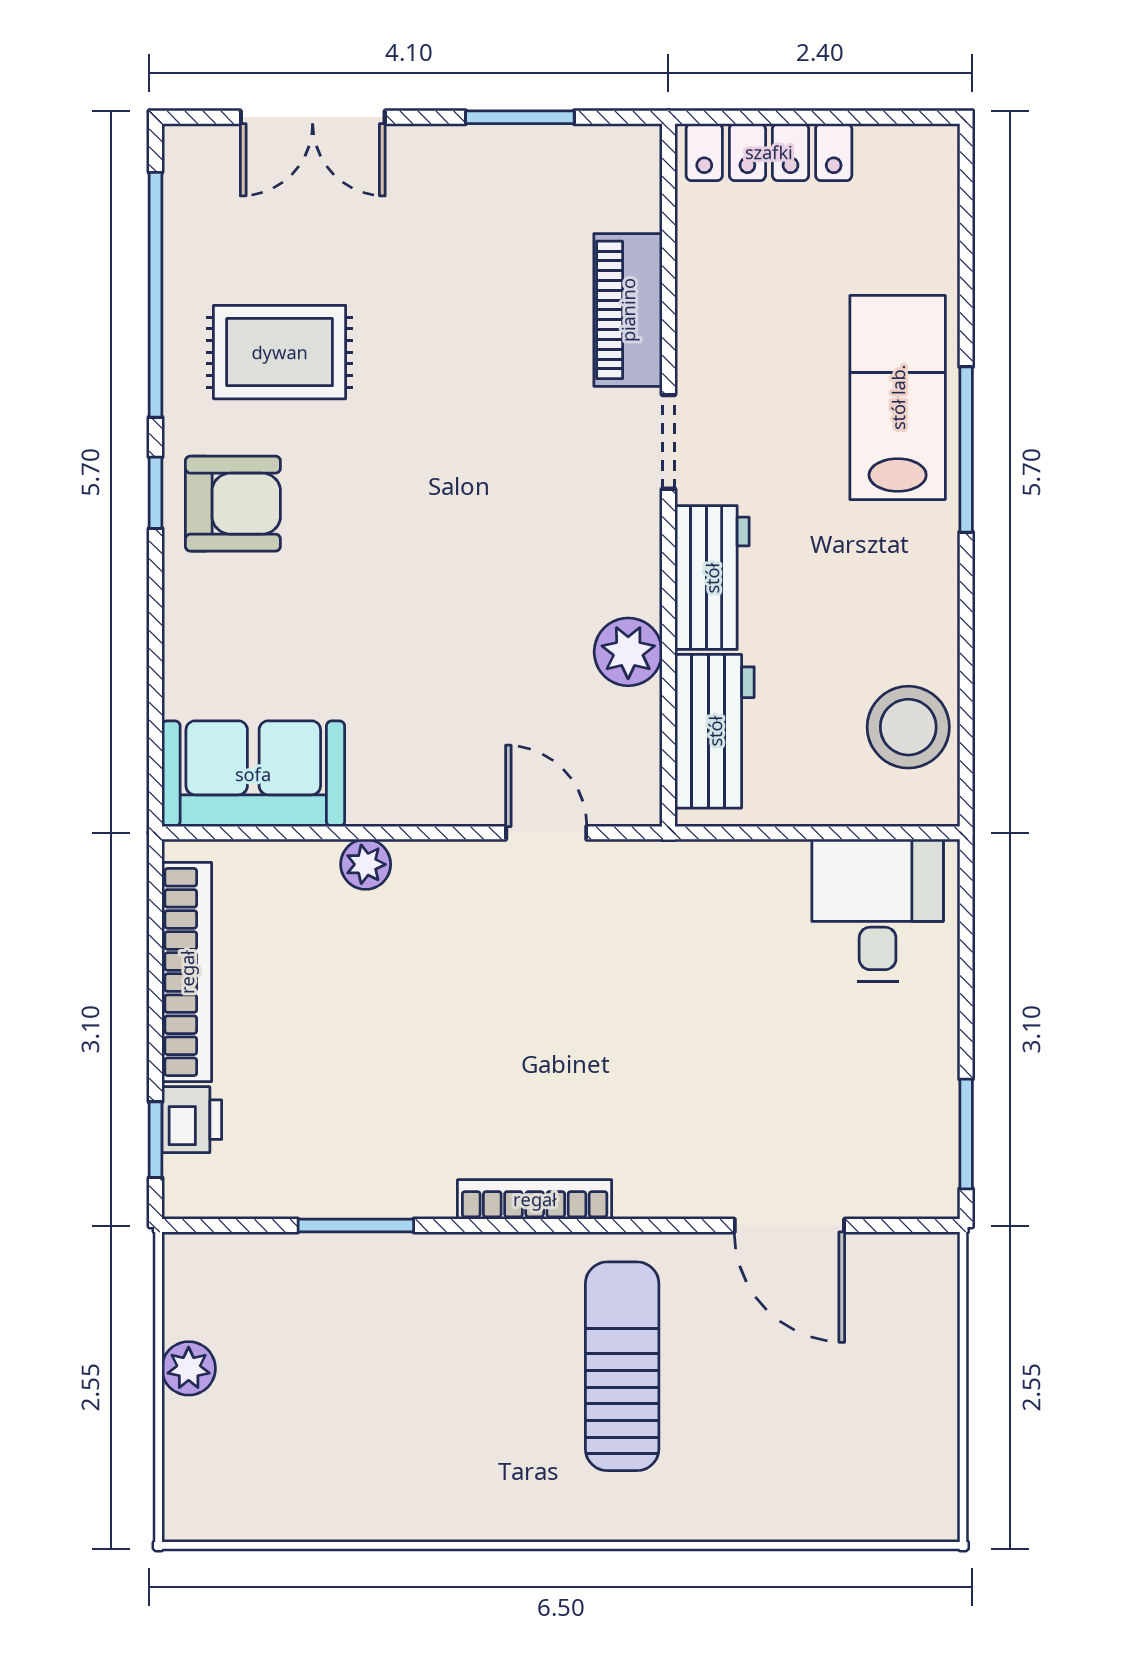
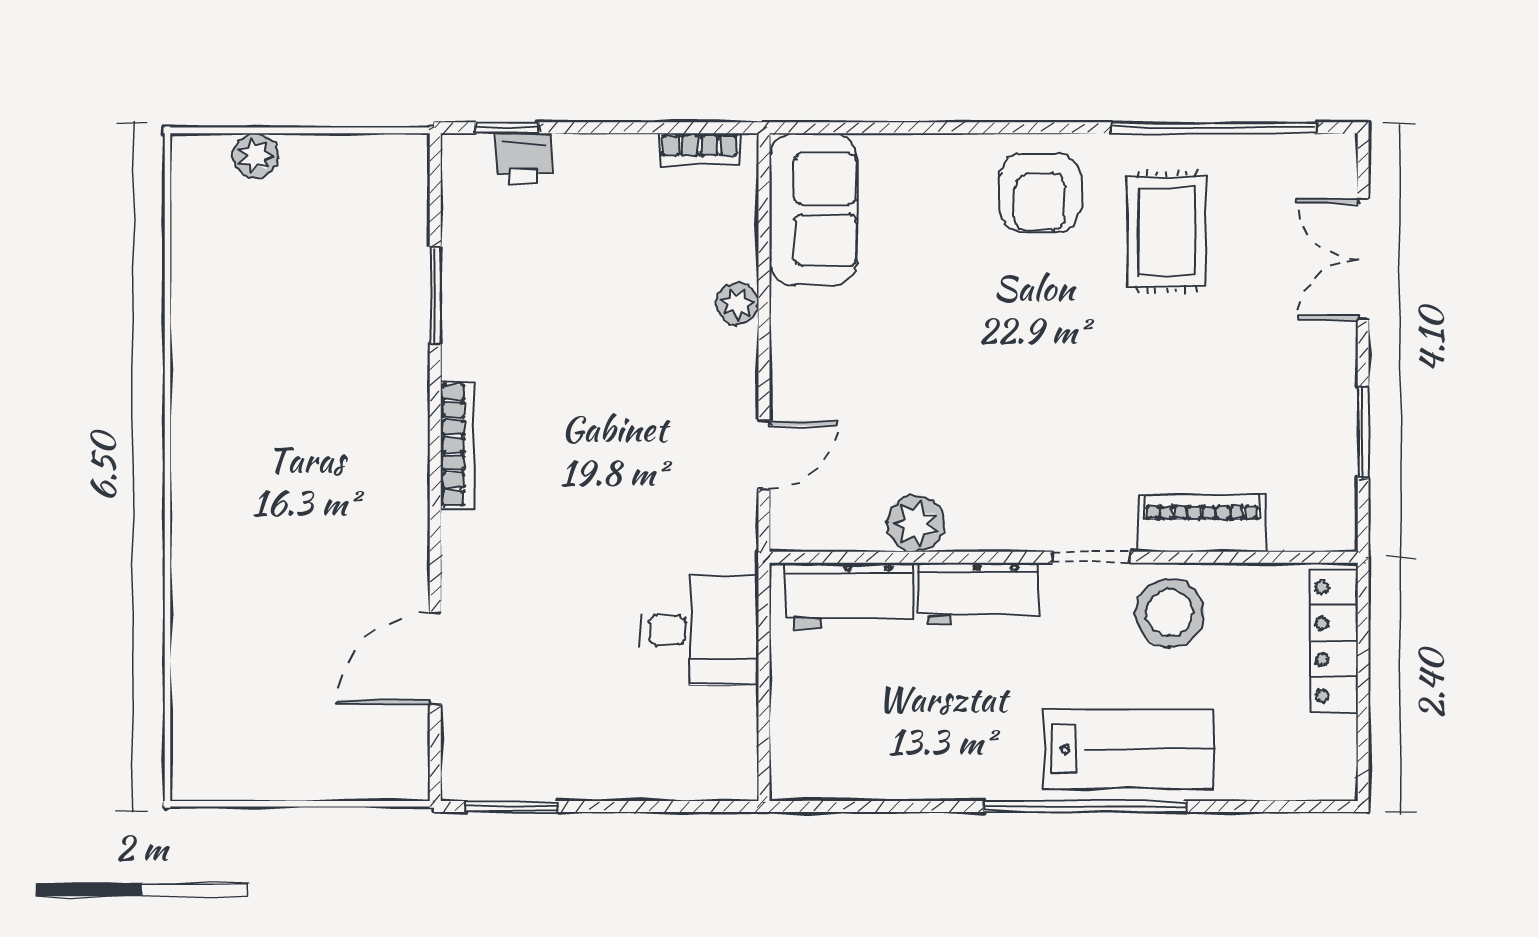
window: (966, 450) -> (1085, 806), width x1.46
window: (155, 493) -> (1049, 128), removed
stool: (908, 727) -> (1170, 613), moved
desk: (878, 910) -> (699, 630), moved
bookcase: (187, 972) -> (700, 149), width x0.43, depth x0.76
sun lounger: (622, 1366) -> (317, 518), removed
plant: (189, 1368) -> (256, 155), moved

